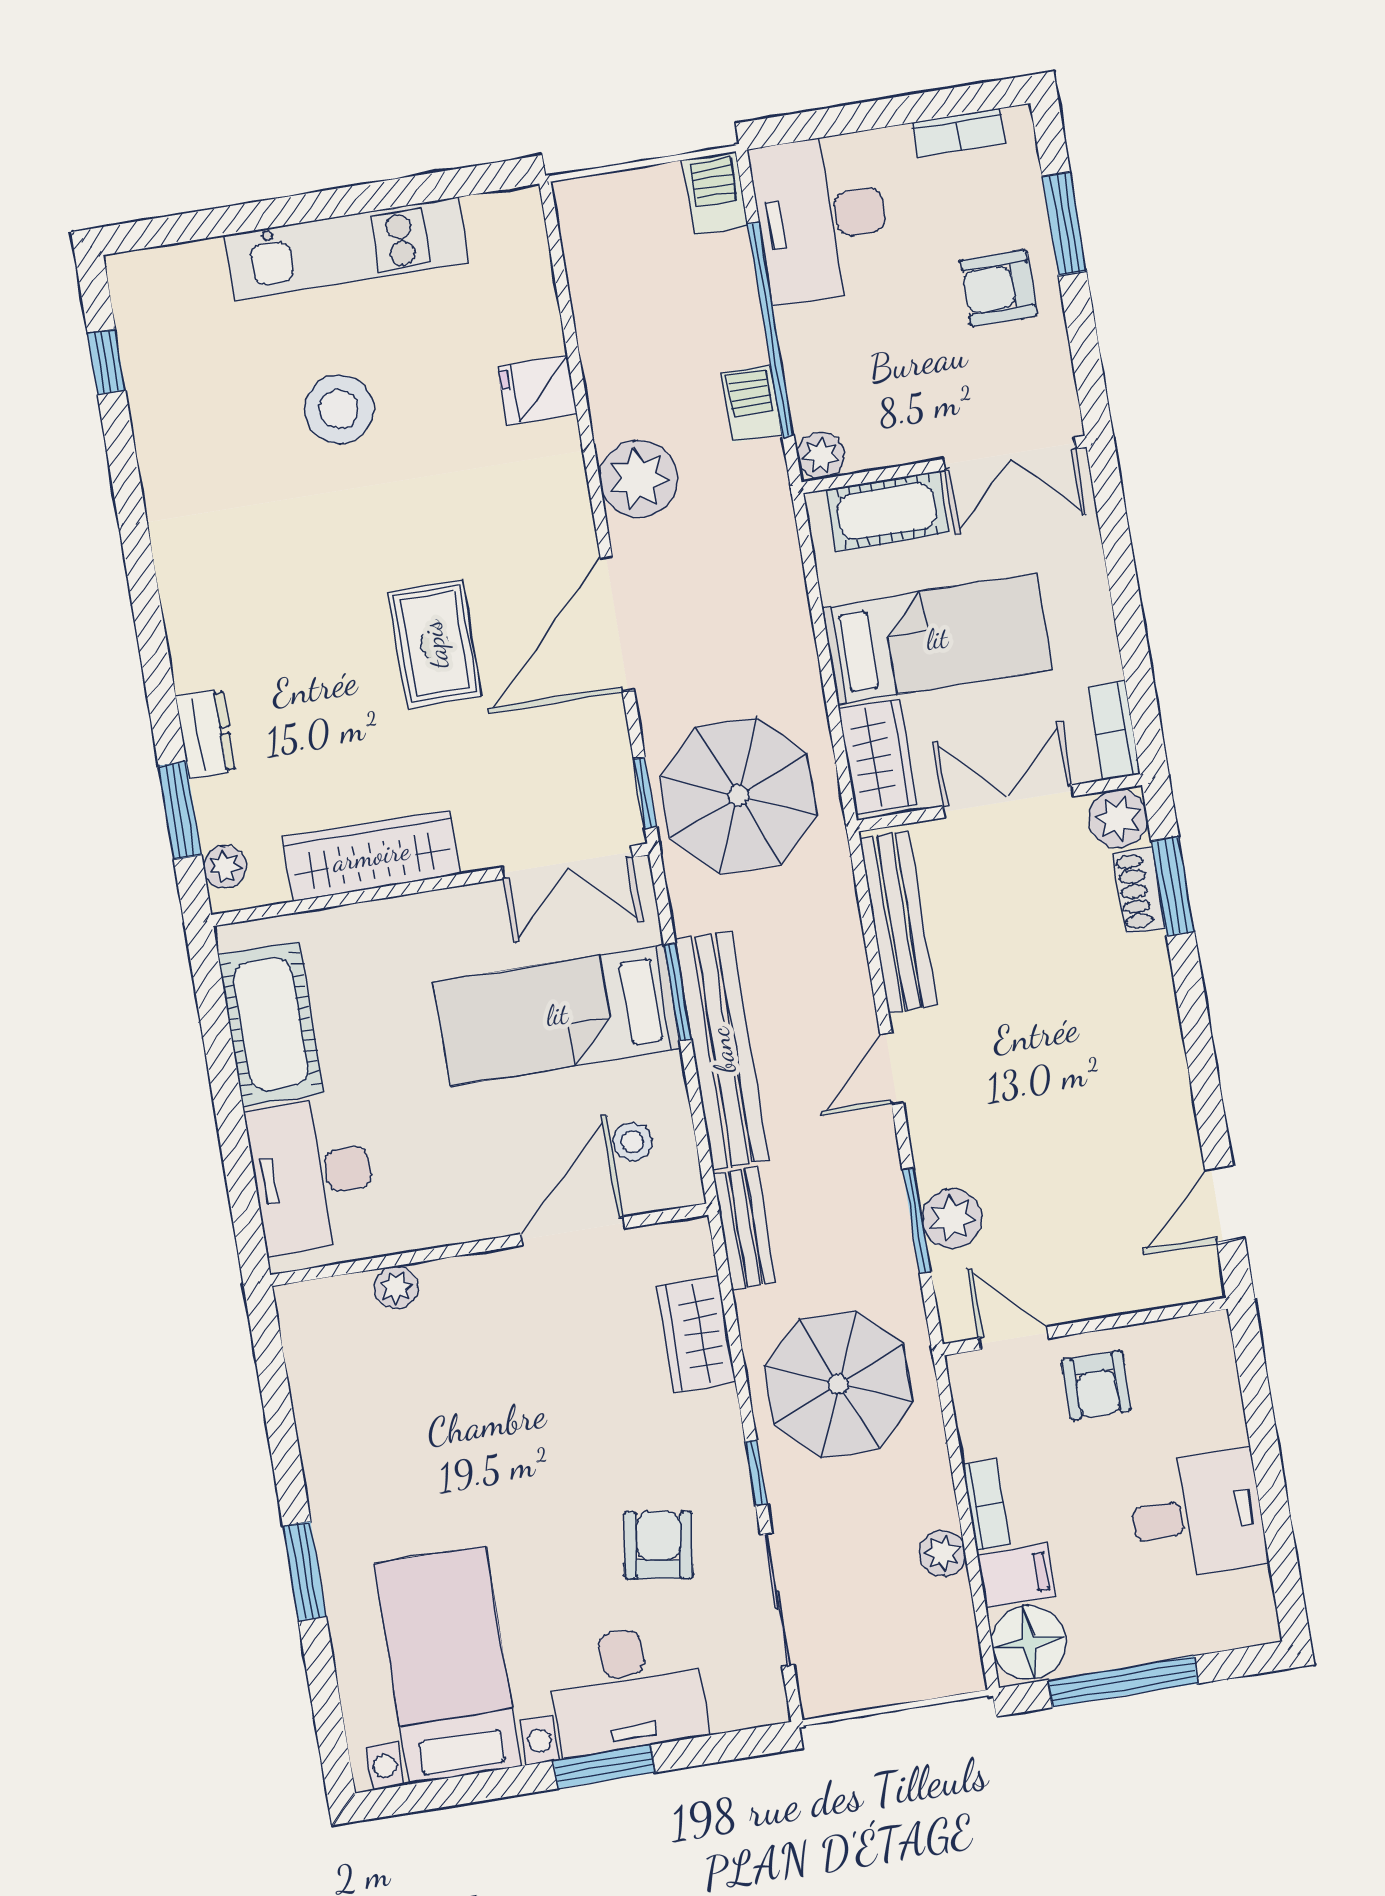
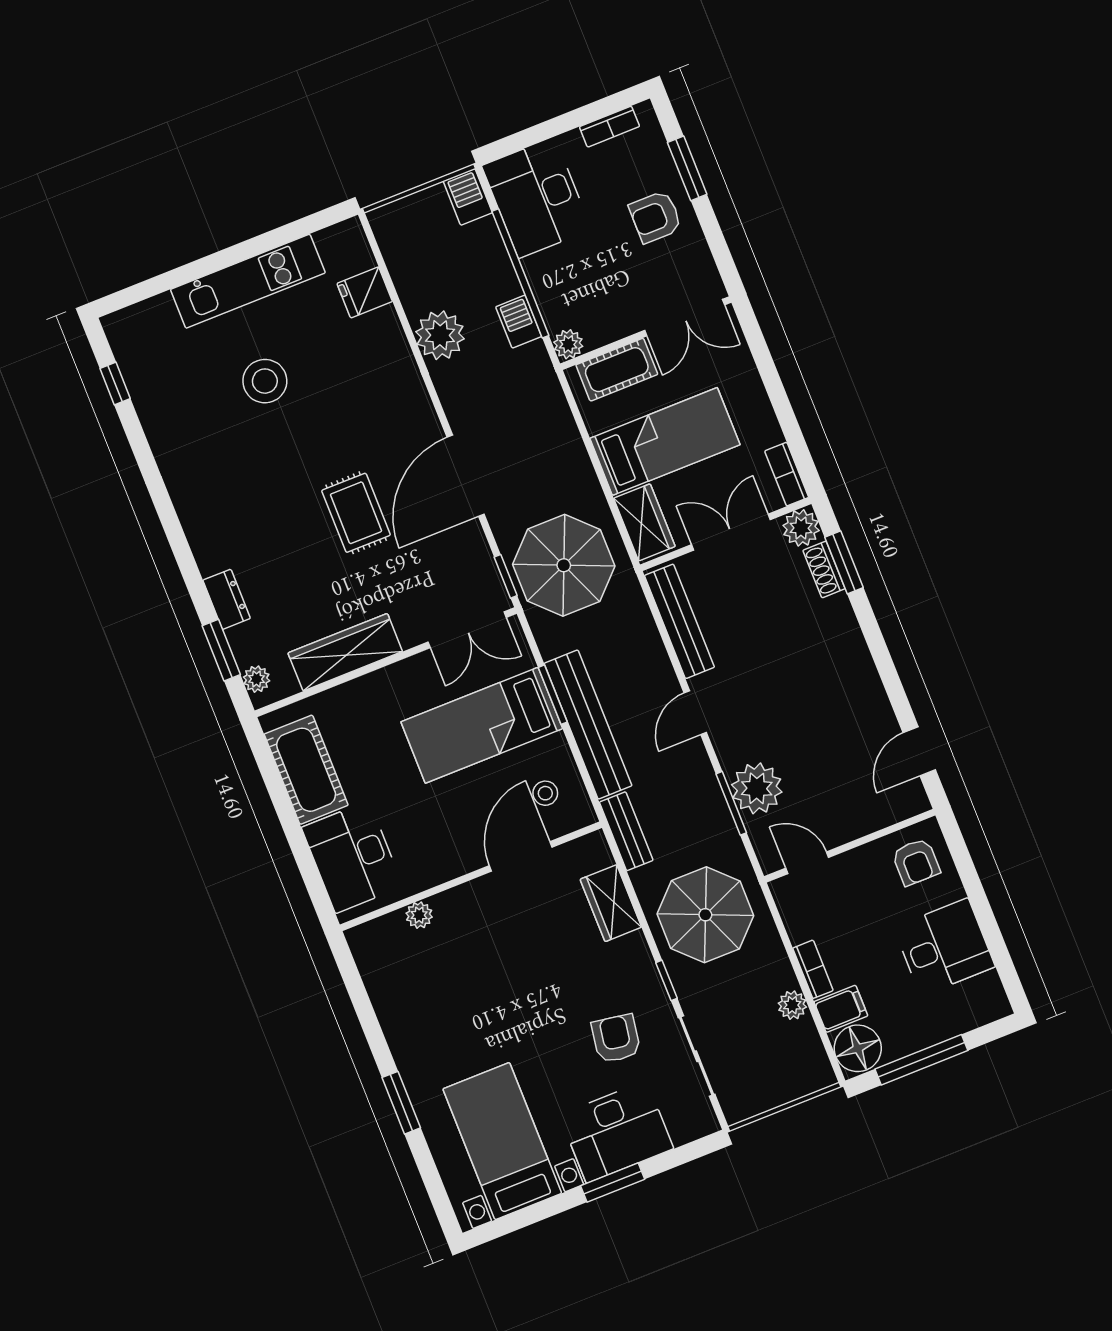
fridge: (537, 390) -> (365, 292), moved
plant: (639, 479) -> (440, 335), moved
plant: (952, 1219) -> (757, 788), width x1.36, depth x1.36
armchair: (1096, 1385) -> (916, 862), moved

